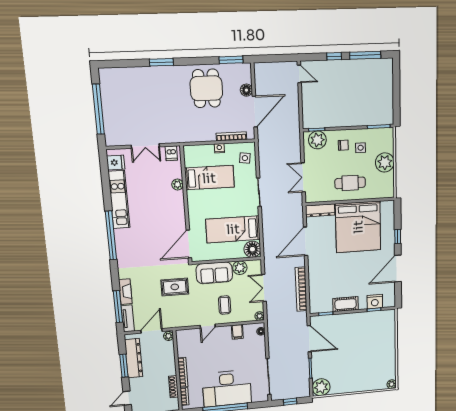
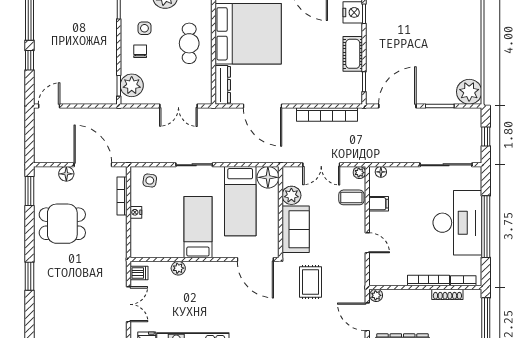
bed: (209, 178) -> (198, 227), moved
coffee table: (225, 305) -> (351, 197), moved

